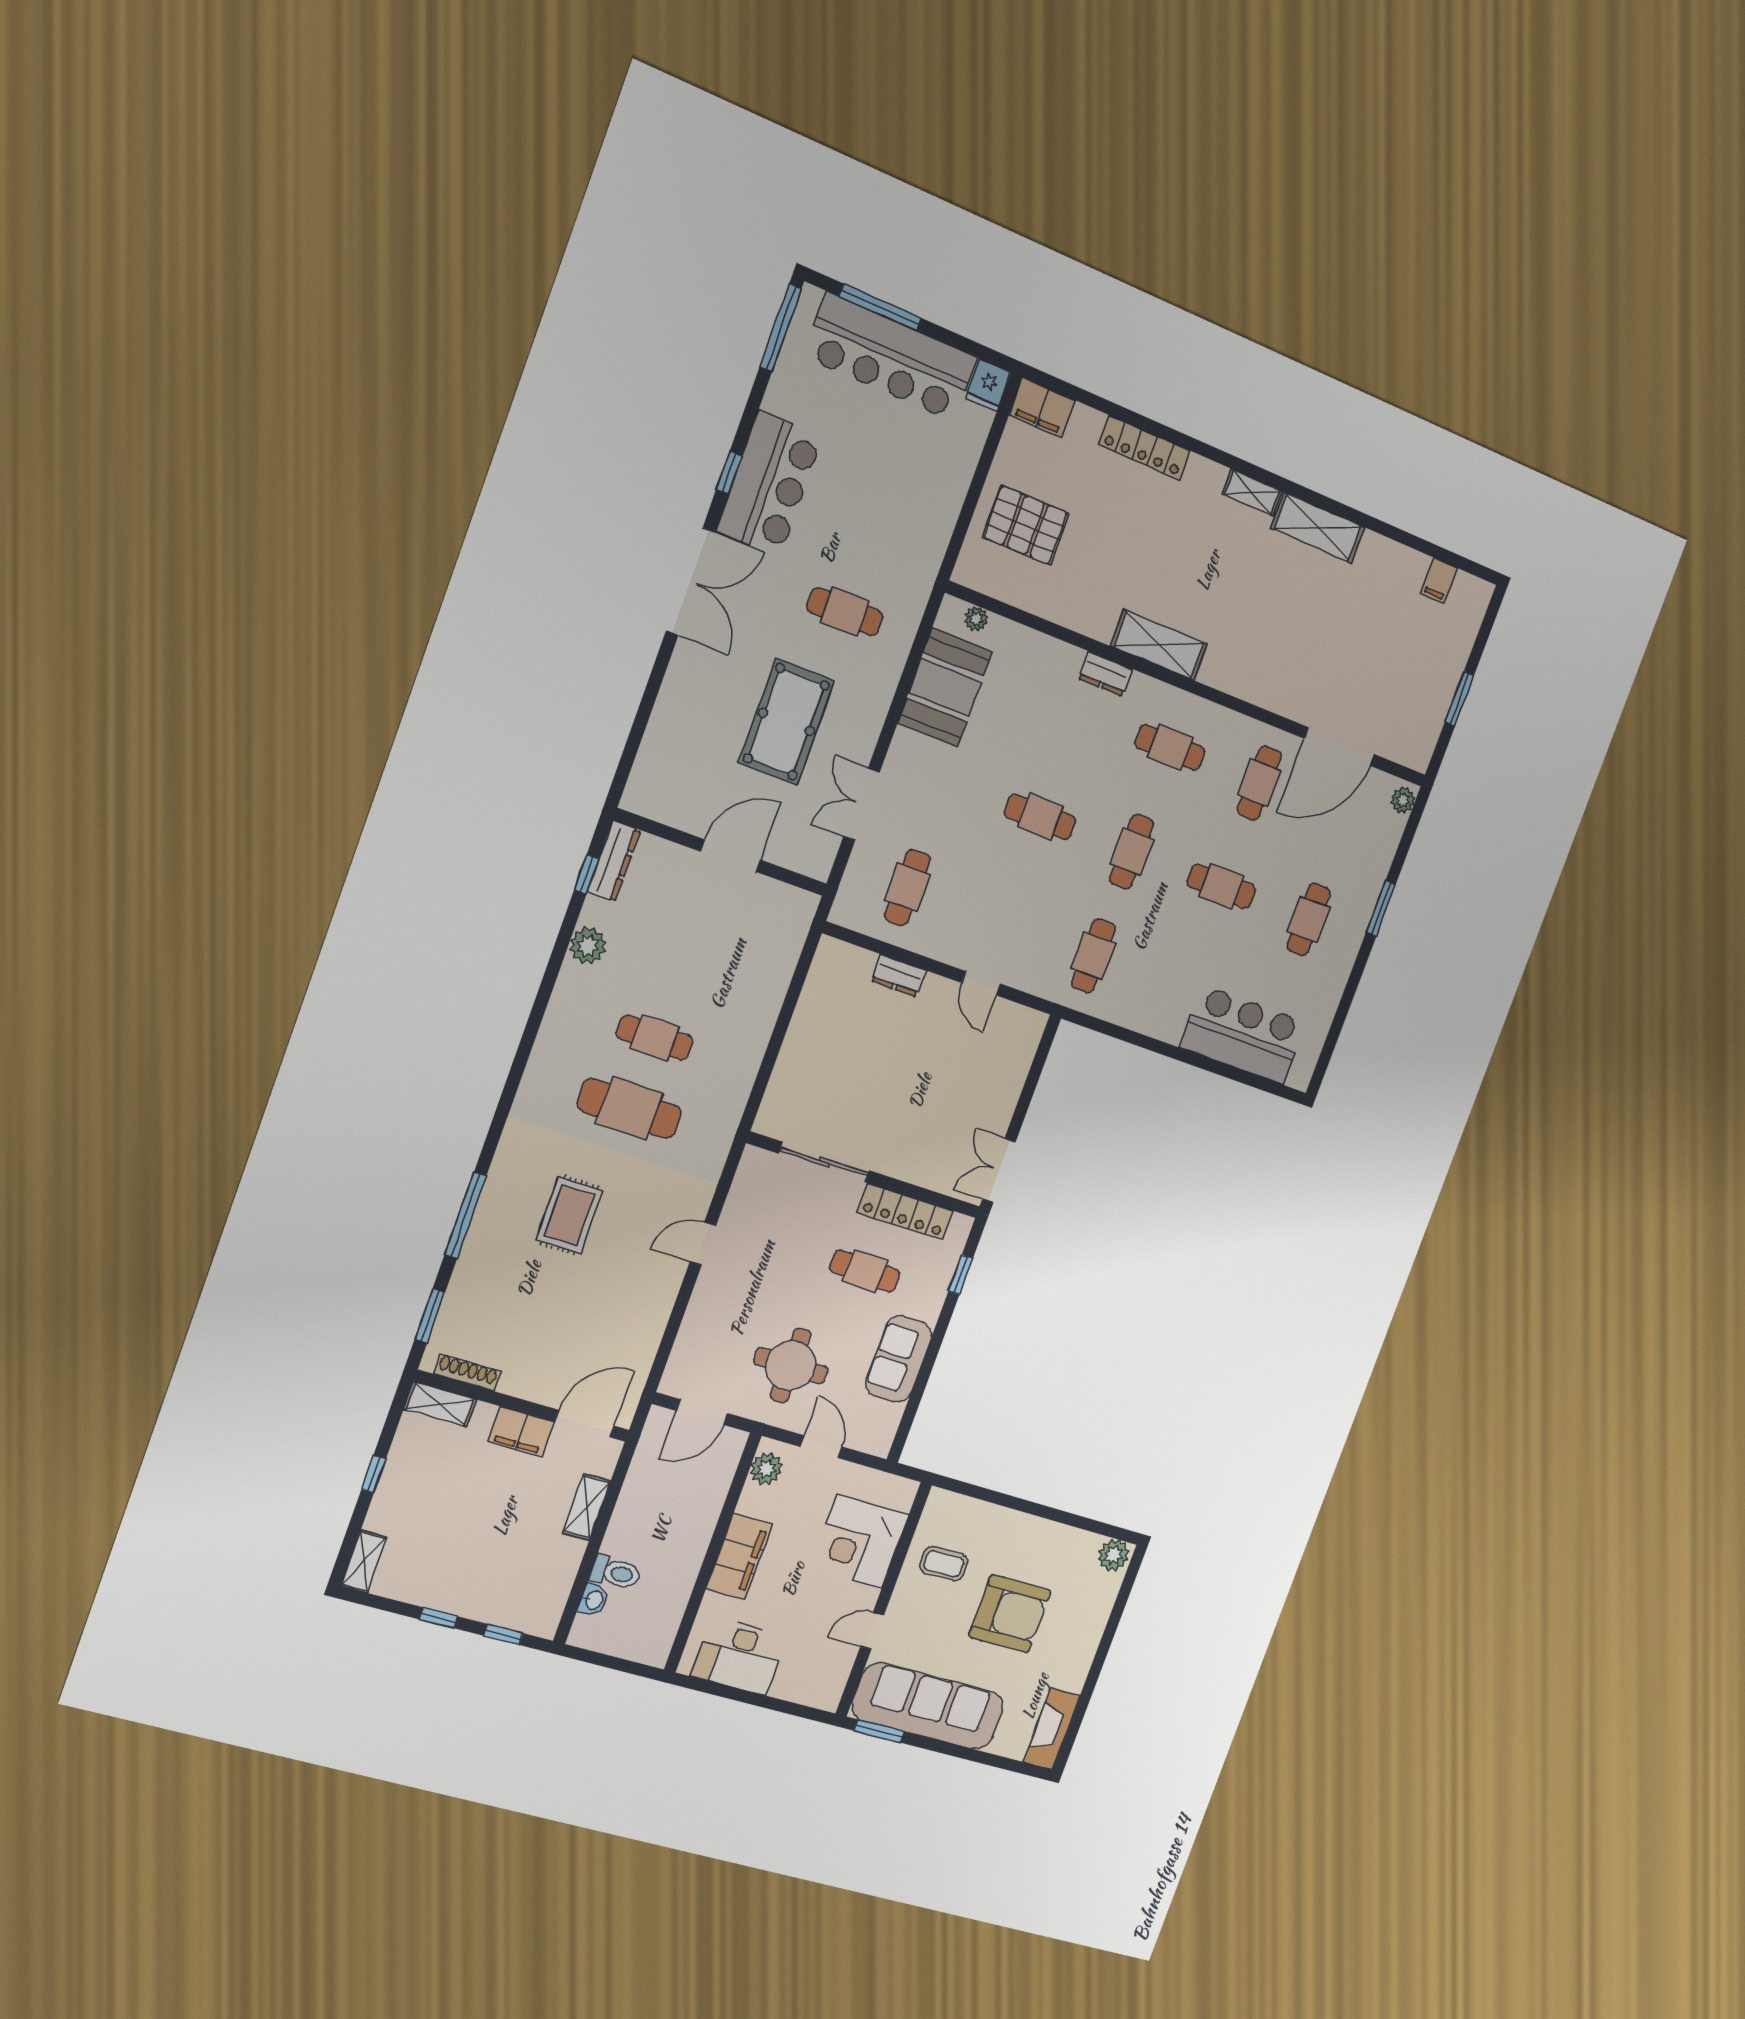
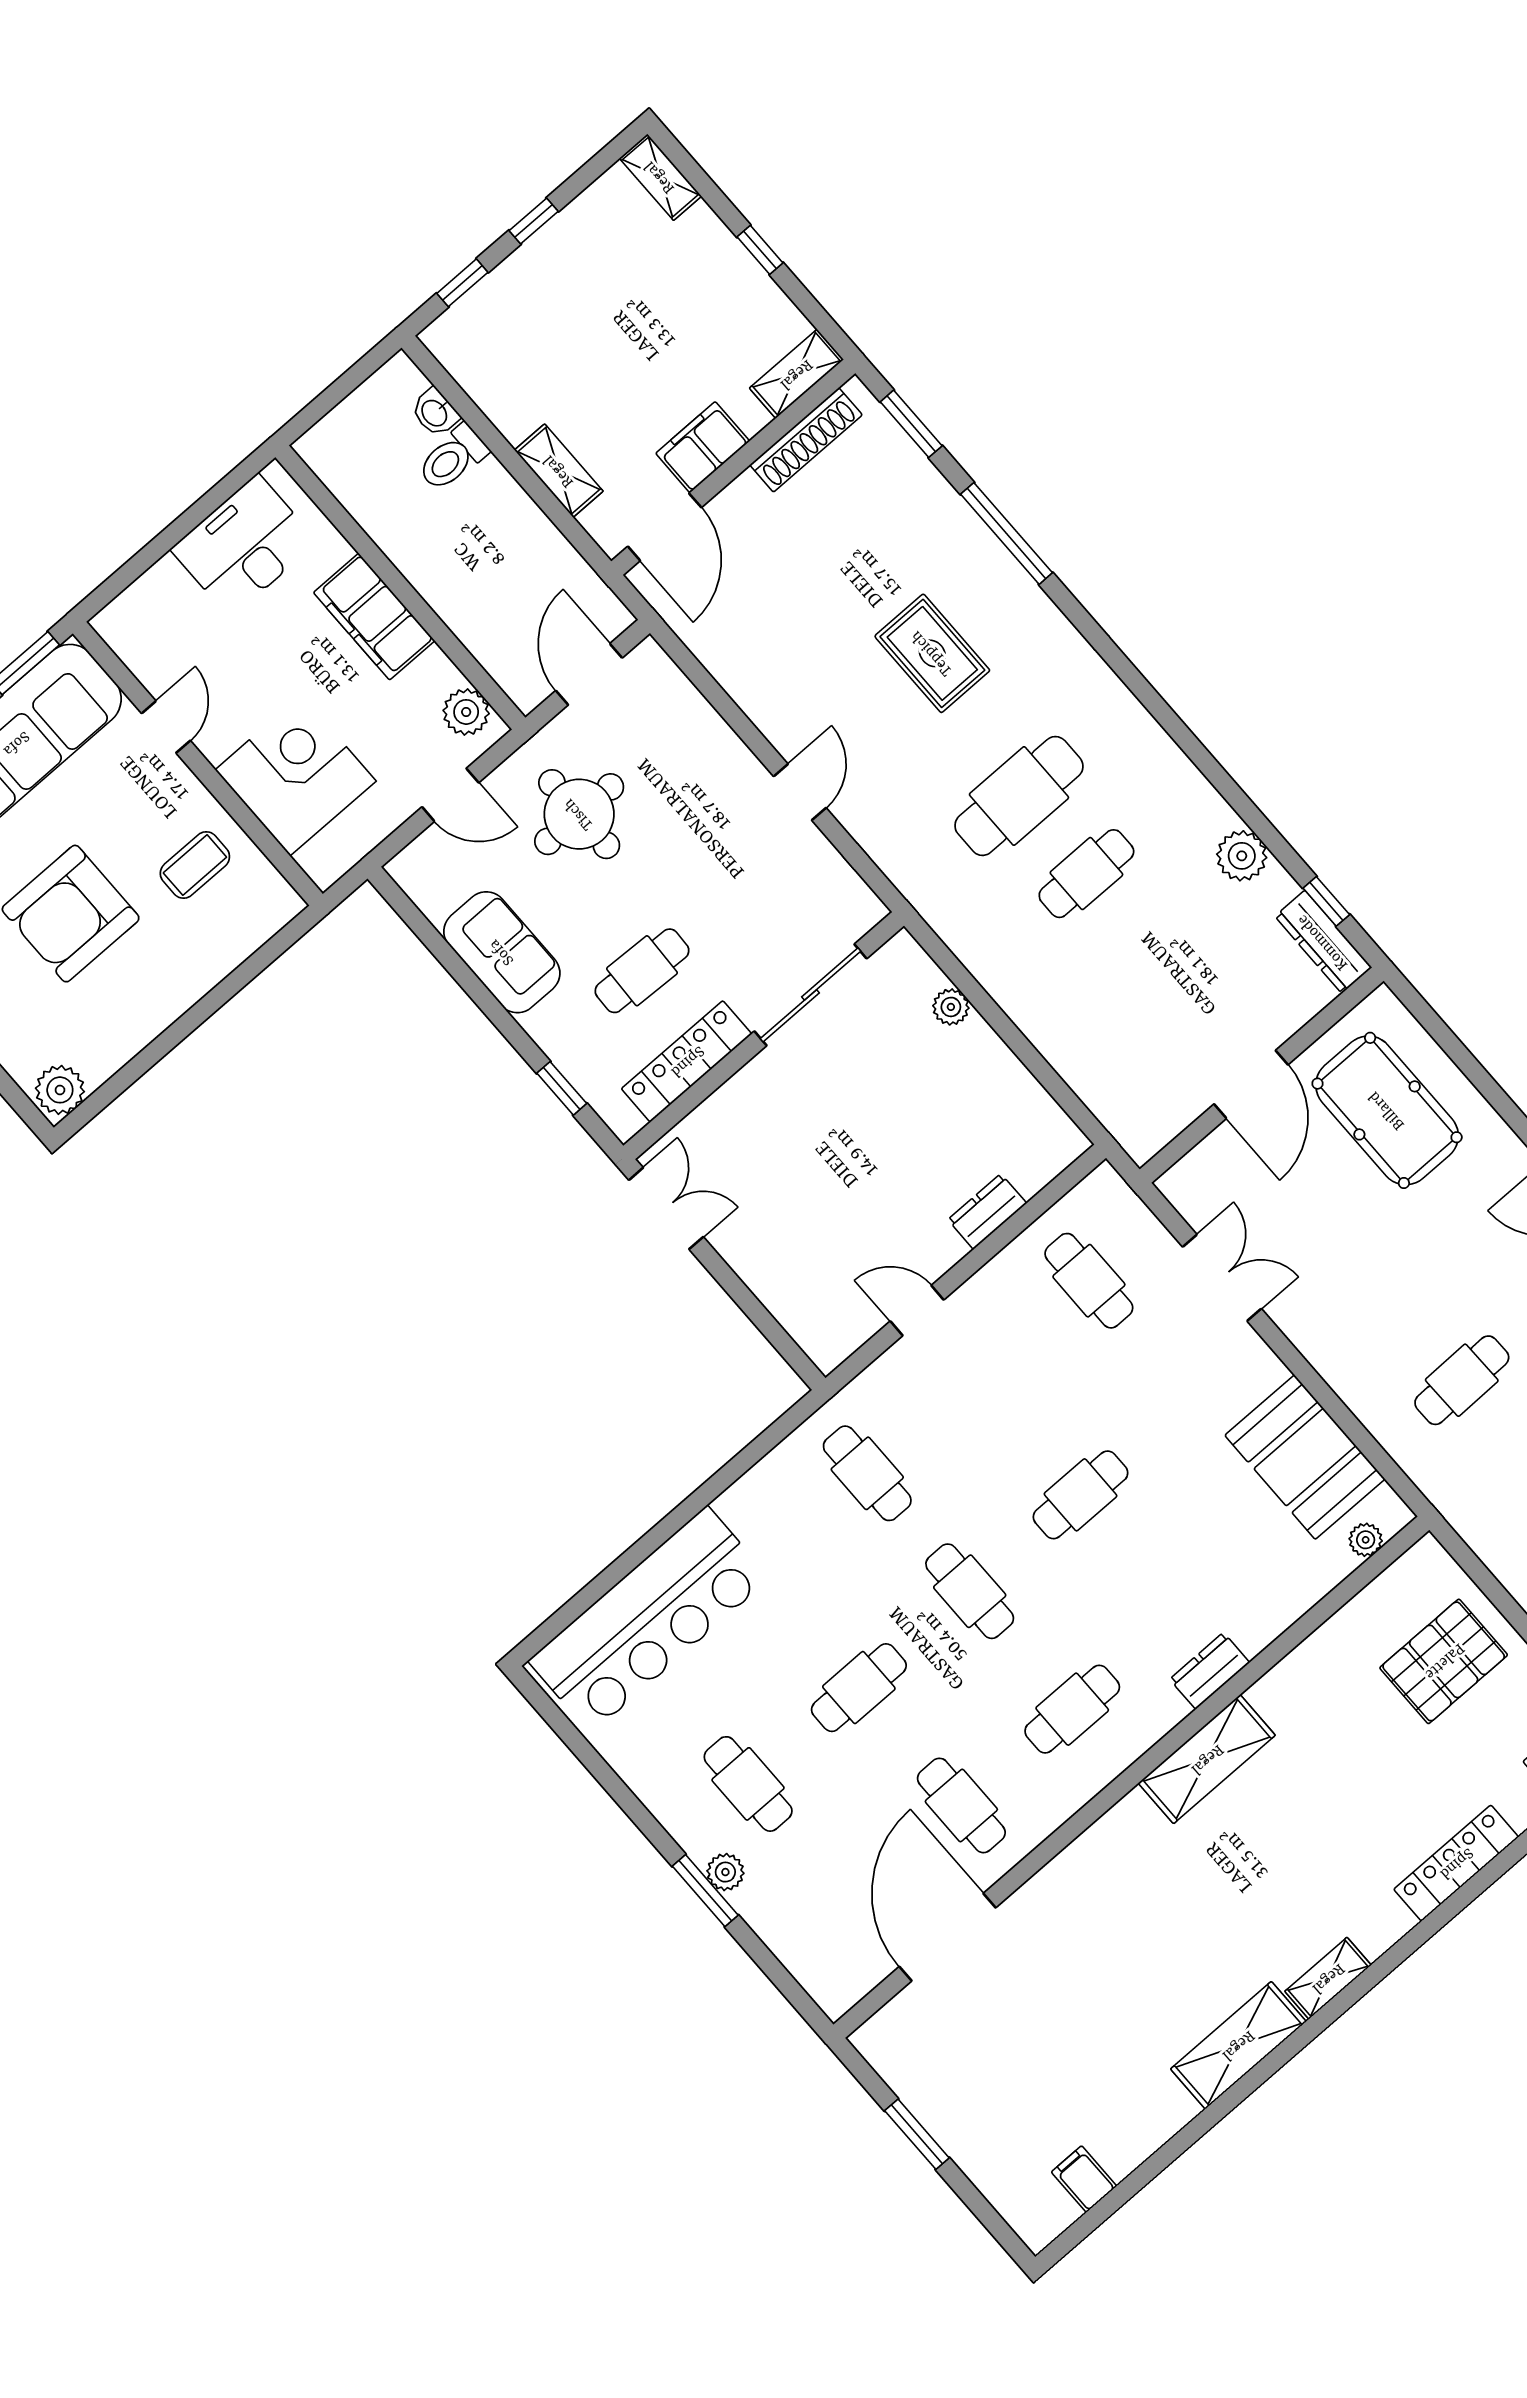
pool table: (786, 722) -> (1387, 1110), moved
plant: (1403, 800) -> (725, 1872), moved
bar counter: (1243, 1035) -> (649, 1619), width x1.36
plant: (785, 1072) -> (951, 1007), added
shoe rack: (467, 1372) -> (806, 440), width x1.36, depth x1.24

